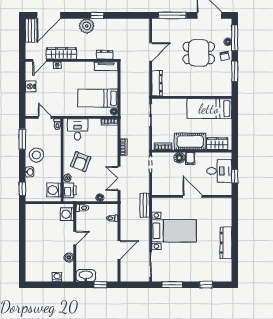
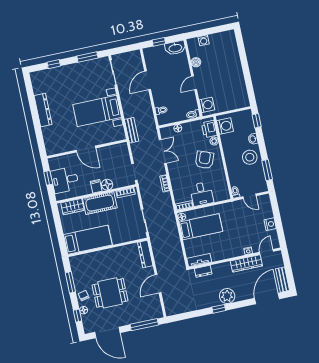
window: (235, 38) -> (77, 316), width x0.46
desk: (77, 129) -> (202, 194), moved

